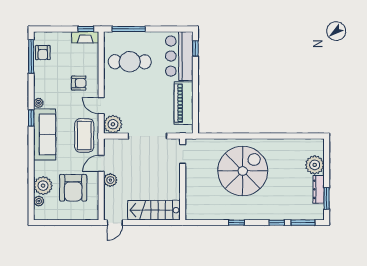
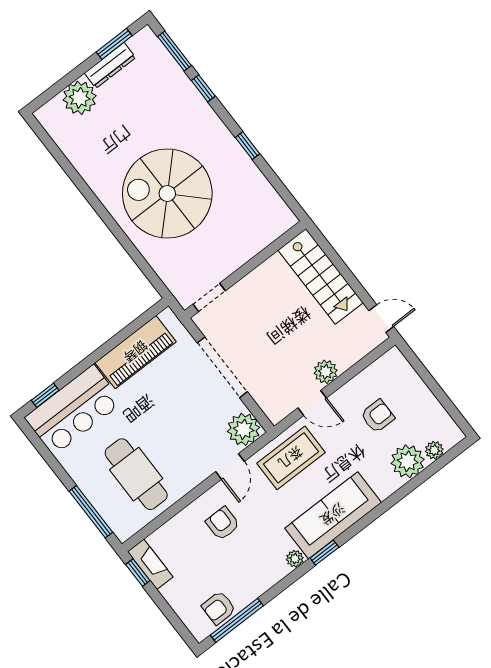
armchair: (43, 53) -> (219, 608), turned 180
armchair: (73, 188) -> (378, 416), width x0.53, depth x0.53

